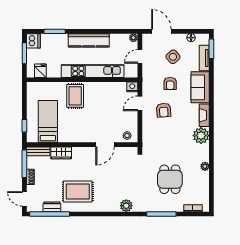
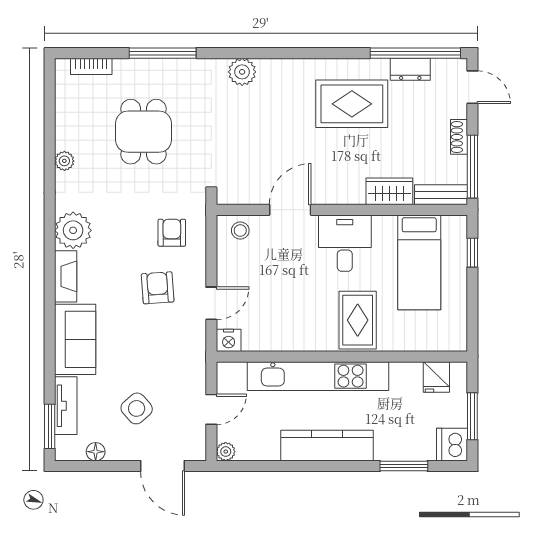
armchair: (170, 84) -> (172, 233), moved
desk: (81, 130) -> (345, 243), added

